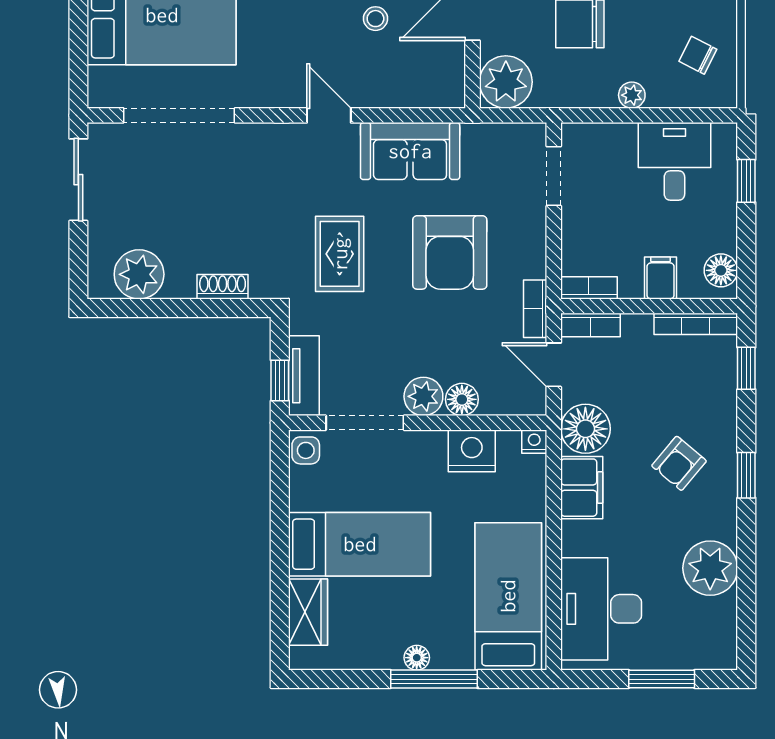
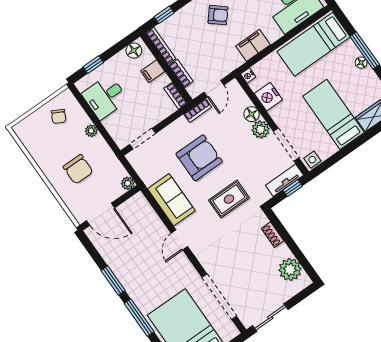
stool: (375, 19) -> (130, 248), removed
plant: (506, 82) -> (128, 183), width x0.53, depth x0.53
bookcase: (590, 325) -> (181, 73), moved
floor lamp: (585, 429) -> (230, 60), removed

